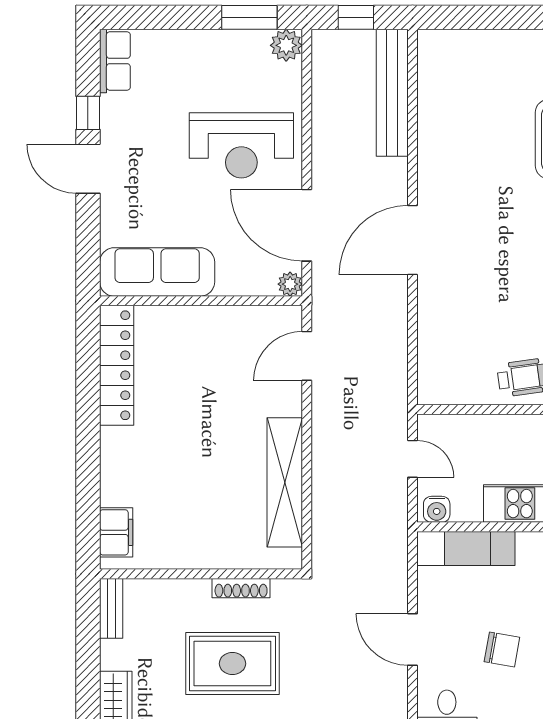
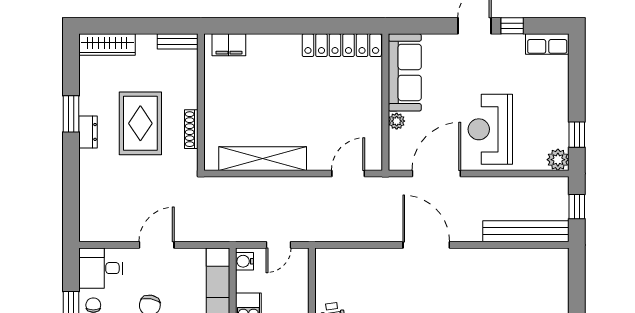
window: (249, 17) -> (577, 135), width x0.67
plant: (290, 284) -> (397, 121), moved
door: (307, 356) -> (348, 173), hinge flipped

